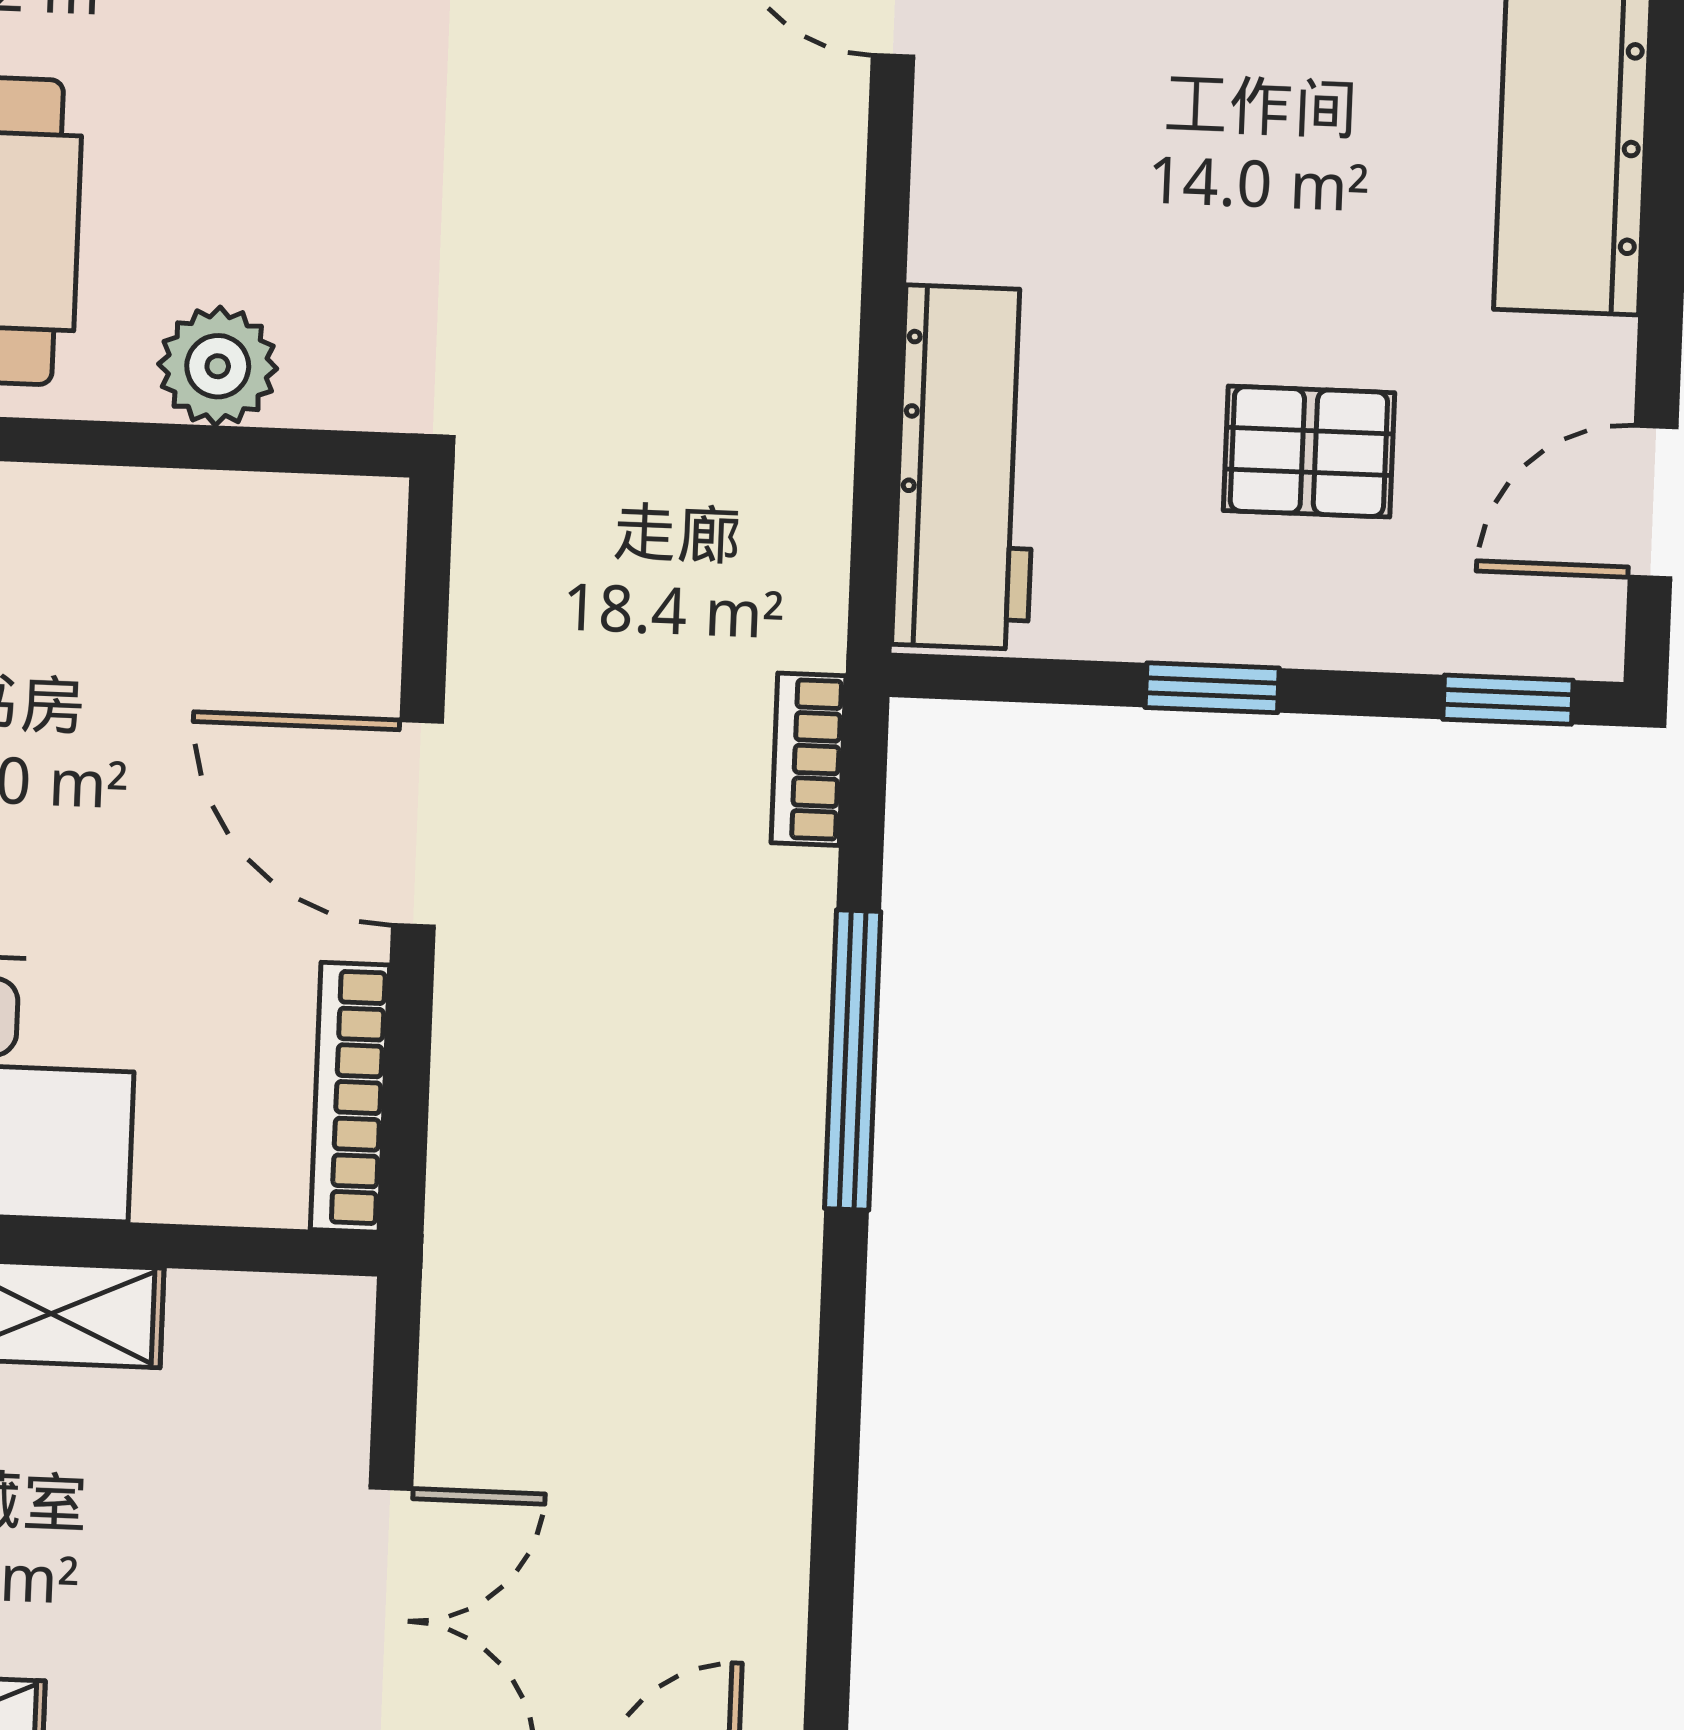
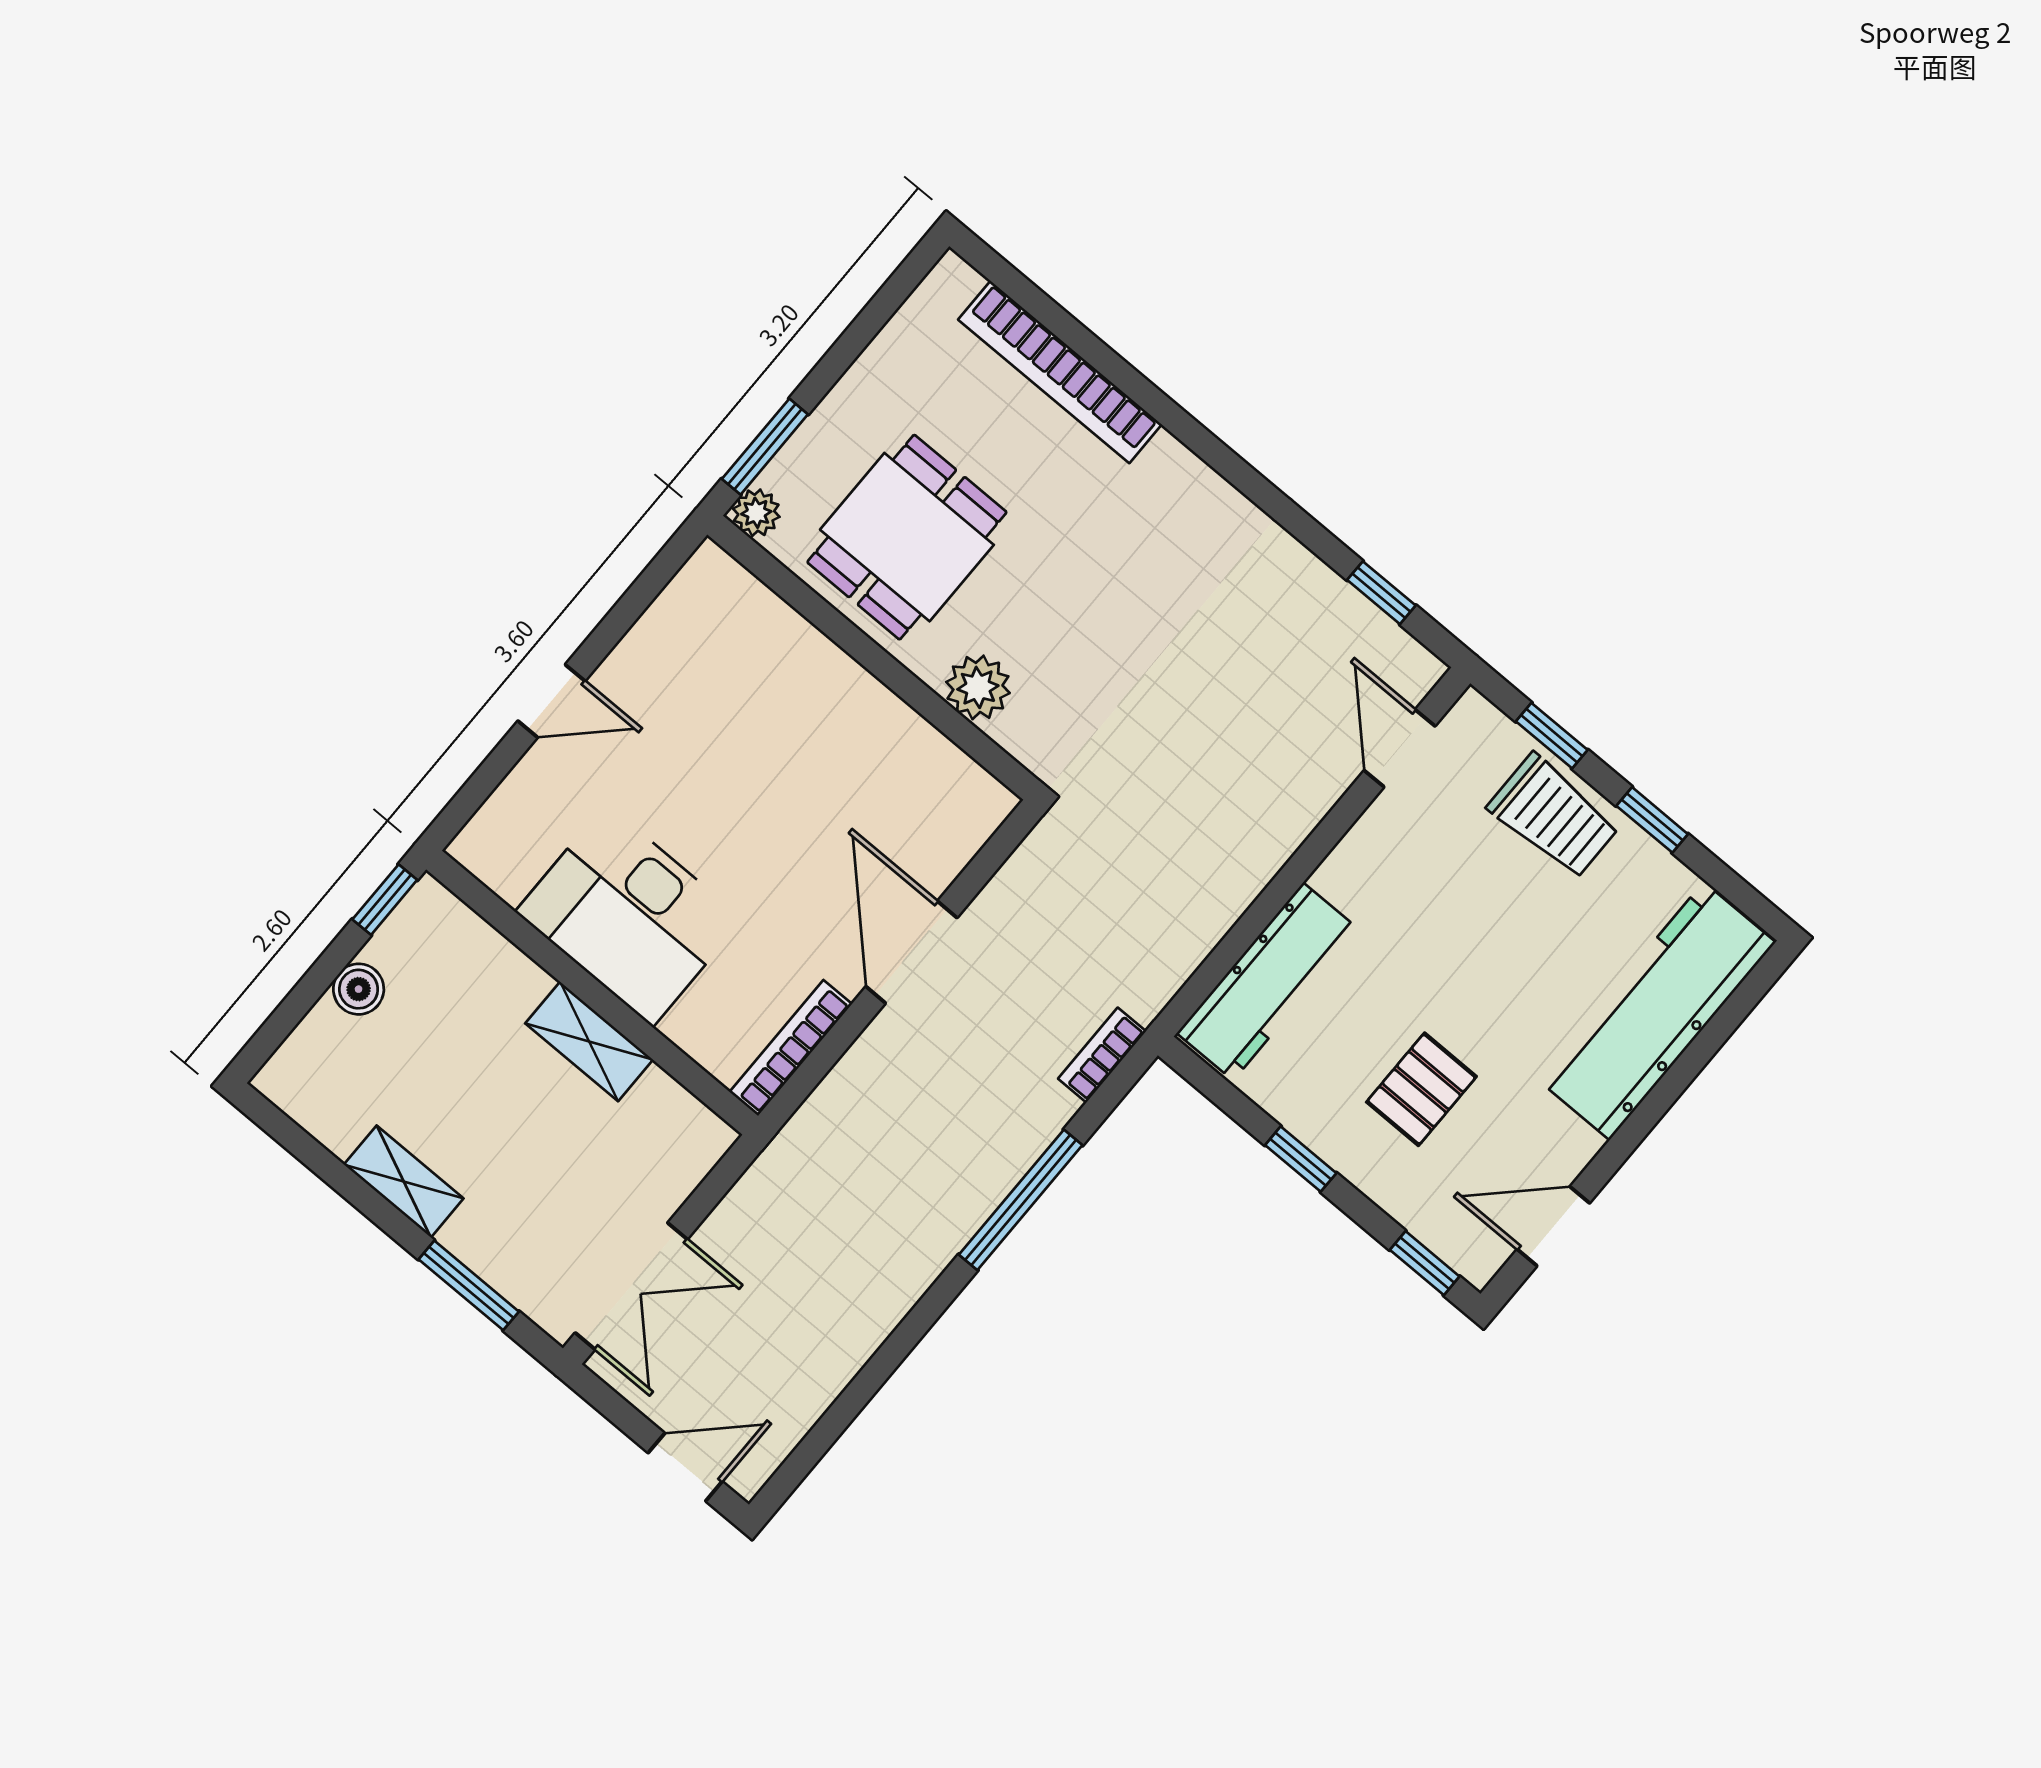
pallet: (1309, 452) -> (1421, 1089), turned 90

